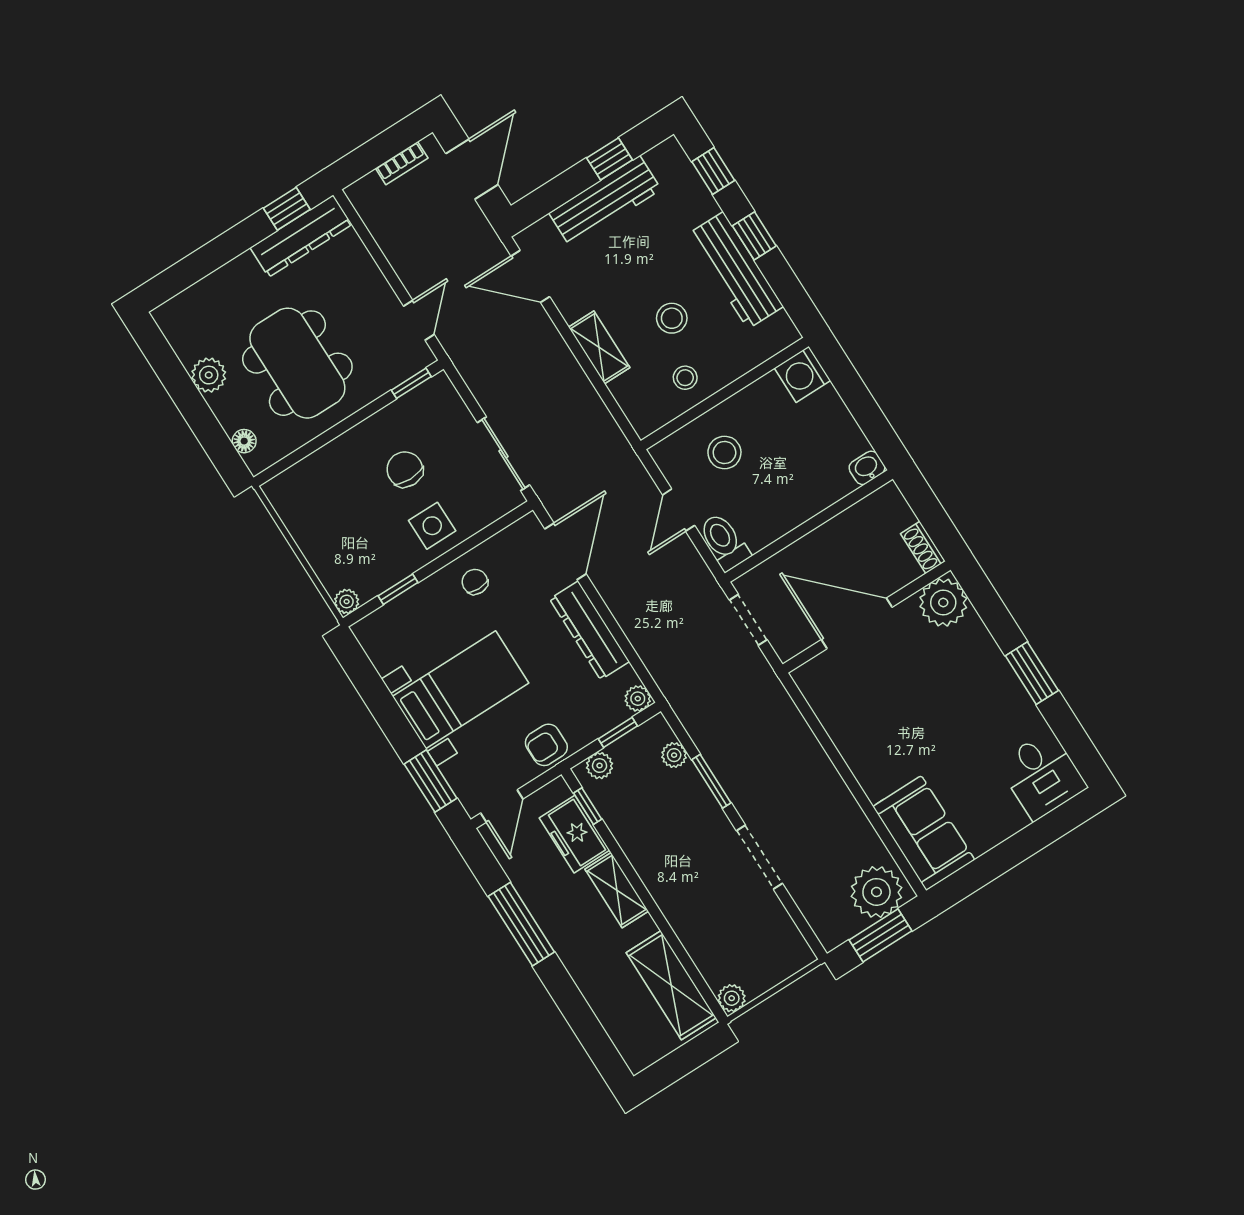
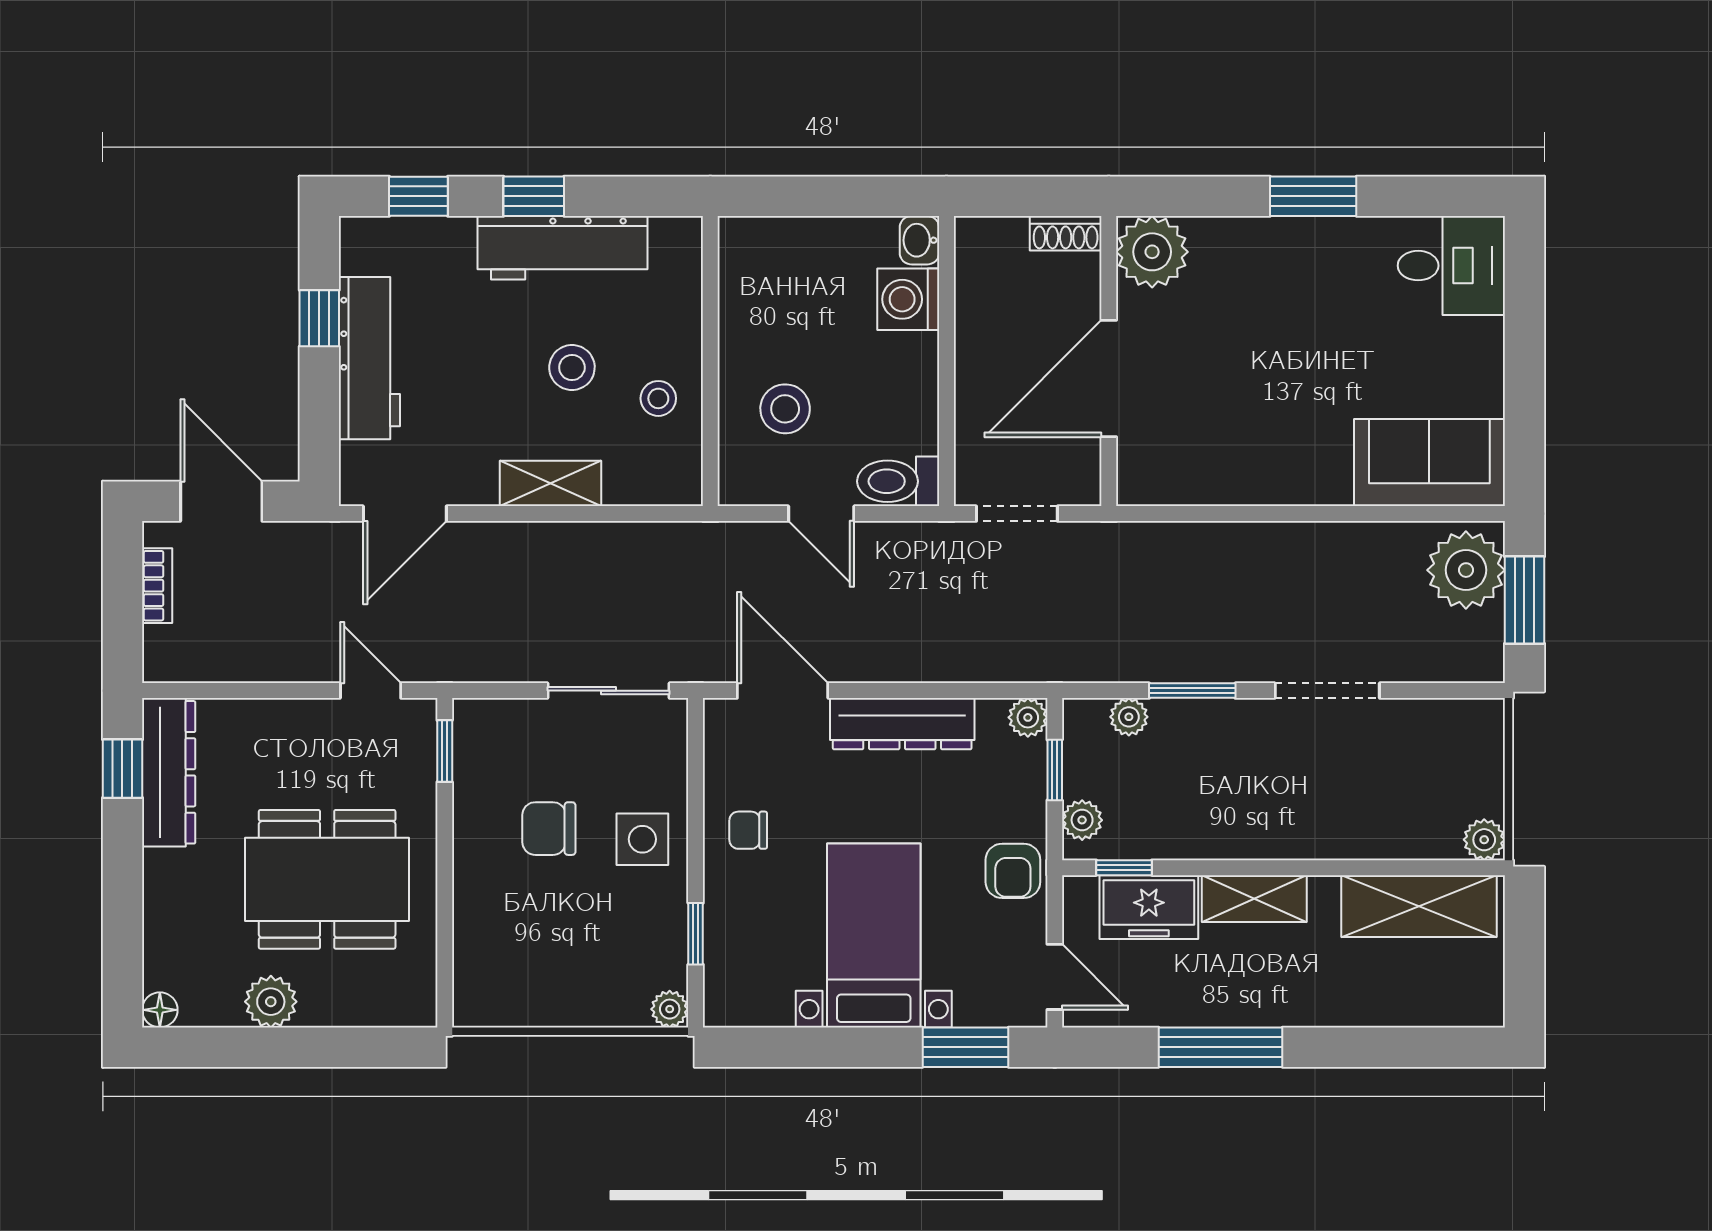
washing machine: (802, 374) -> (908, 299), moved, turned 90
floor lamp: (244, 441) -> (160, 1010), moved

